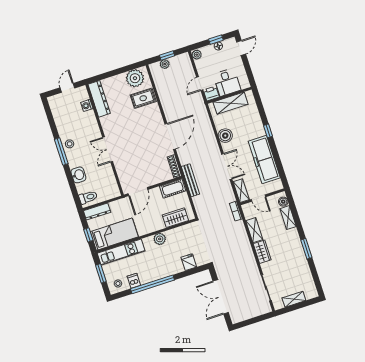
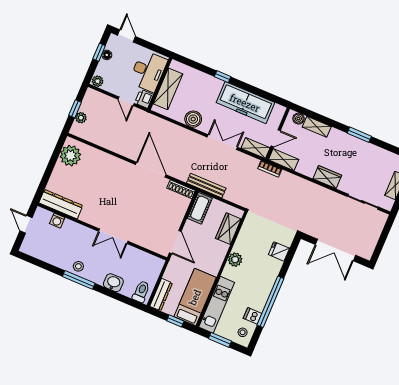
desk: (227, 82) -> (148, 71), width x1.37
rug: (143, 98) -> (95, 164), removed
shelving: (254, 230) -> (284, 160), moved

